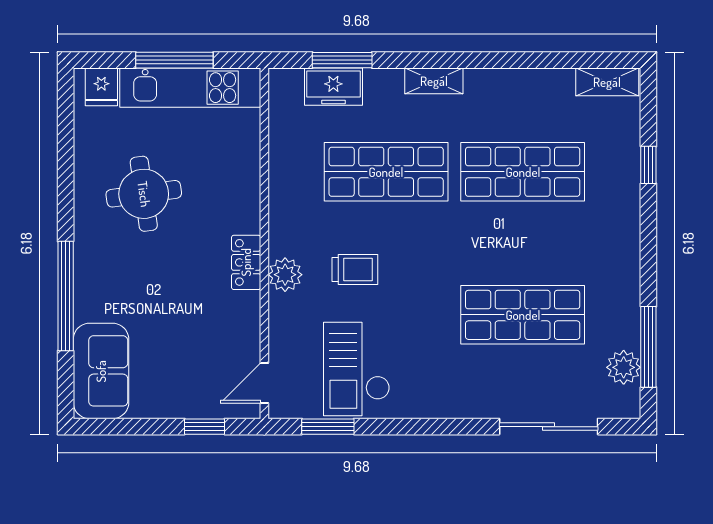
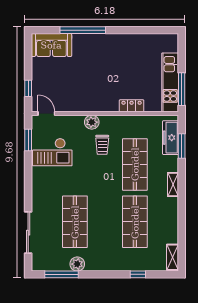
window: (174, 60) -> (182, 89), moved
fridge: (101, 87) -> (171, 45), removed
freezer: (333, 87) -> (171, 138), width x1.40
round table: (144, 194) -> (126, 63), removed
locker: (246, 262) -> (132, 106), moved
trolley: (355, 269) -> (102, 145), moved
plant: (624, 367) -> (77, 264), moved
checkout: (357, 369) -> (52, 152), turned 180

